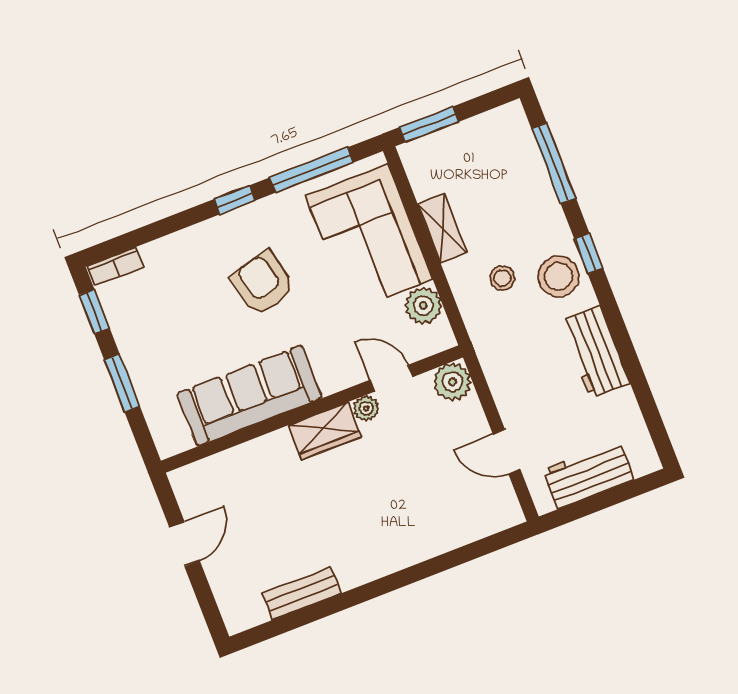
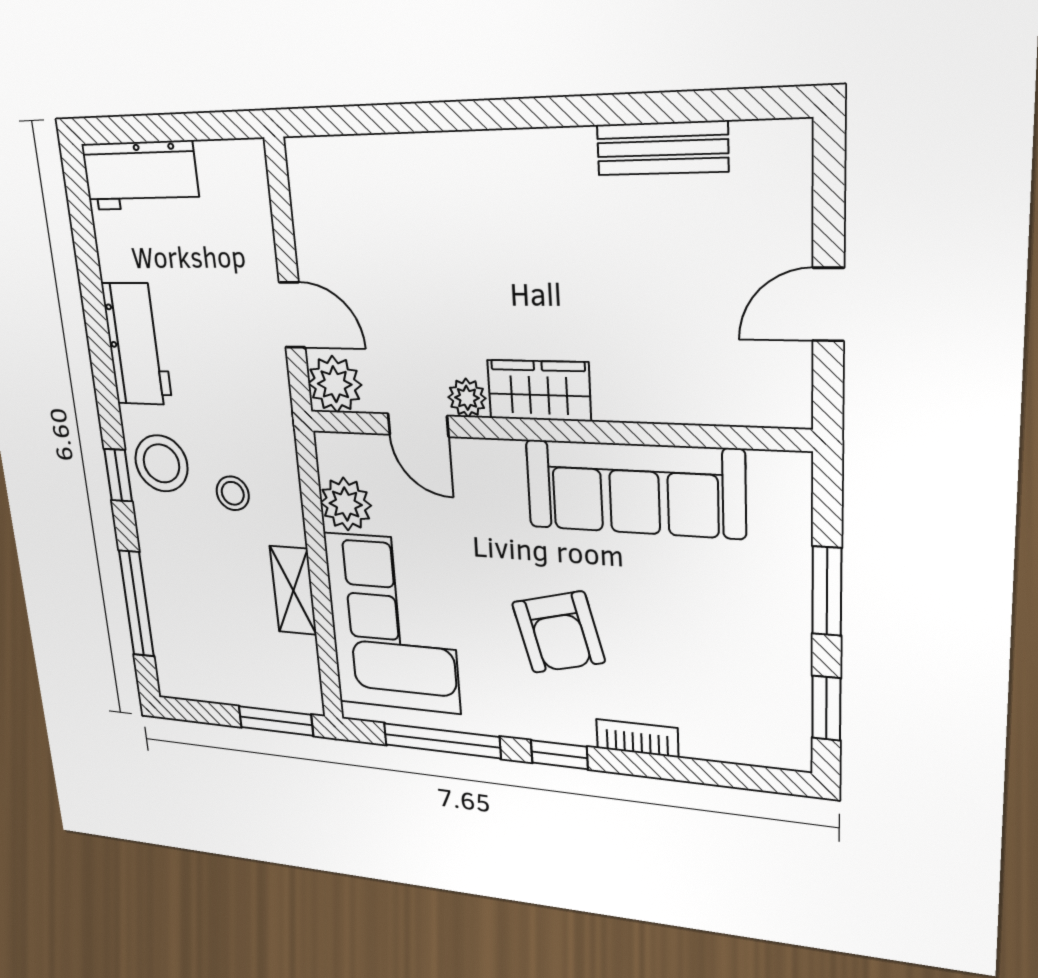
bookcase: (115, 266) -> (637, 738), moved
door: (507, 452) -> (292, 315), moved
workbench: (588, 475) -> (140, 176), moved

